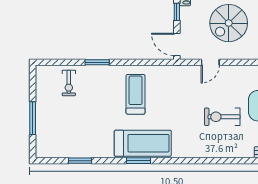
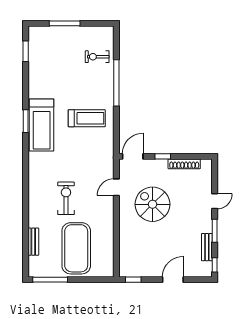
window: (97, 62) -> (116, 83), width x2.11
door: (210, 62) -> (116, 187), hinge flipped
window: (80, 161) -> (26, 51), moved

